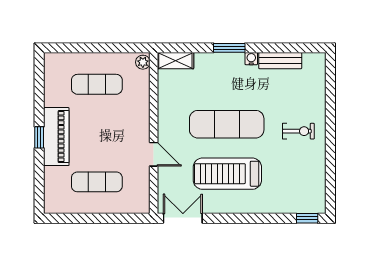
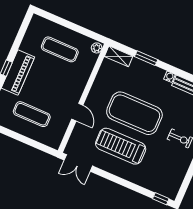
window: (229, 48) -> (146, 58), moved
exercise mat: (227, 124) -> (134, 113), width x1.47
double door: (183, 218) -> (78, 163), swing flipped

